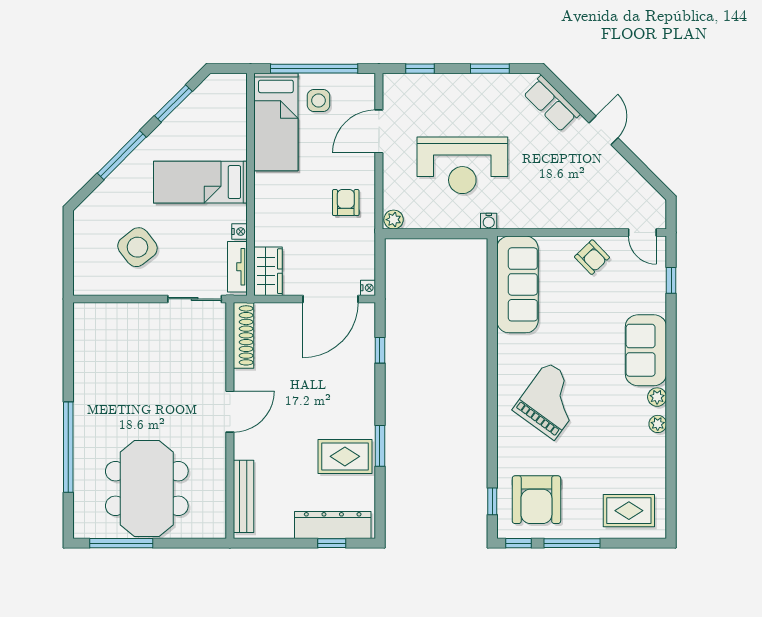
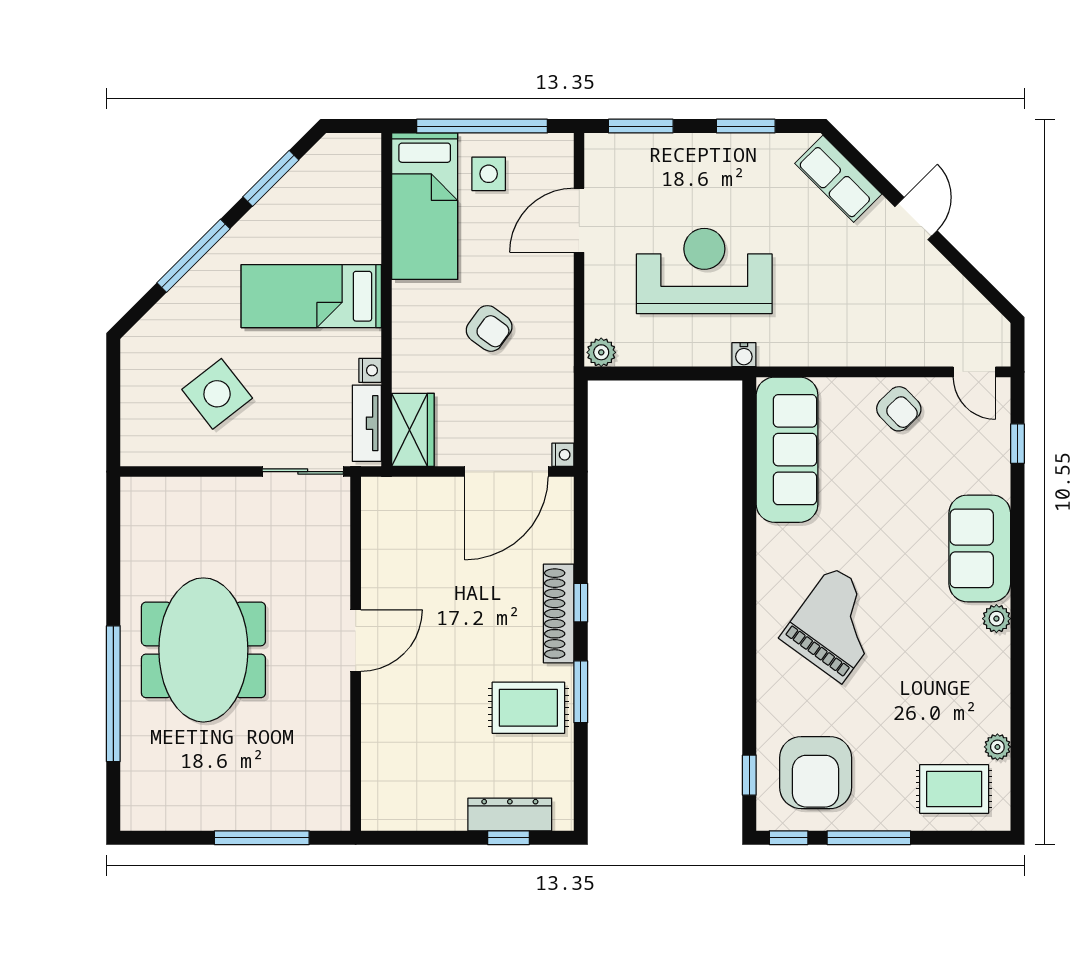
window: (420, 69) -> (641, 126), width x1.50
reception desk: (462, 165) -> (704, 271), turned 180
armchair: (346, 203) -> (489, 328), moved, turned 126
shoe rack: (243, 335) -> (559, 614), moved, turned 180
window: (380, 350) -> (581, 603), moved
plant: (658, 424) -> (997, 747), moved
meeting table: (147, 489) -> (203, 650), moved
bench: (243, 496) -> (376, 768), removed
dresser: (333, 525) -> (510, 814), width x0.73, depth x0.80
window: (121, 543) -> (262, 838), moved

